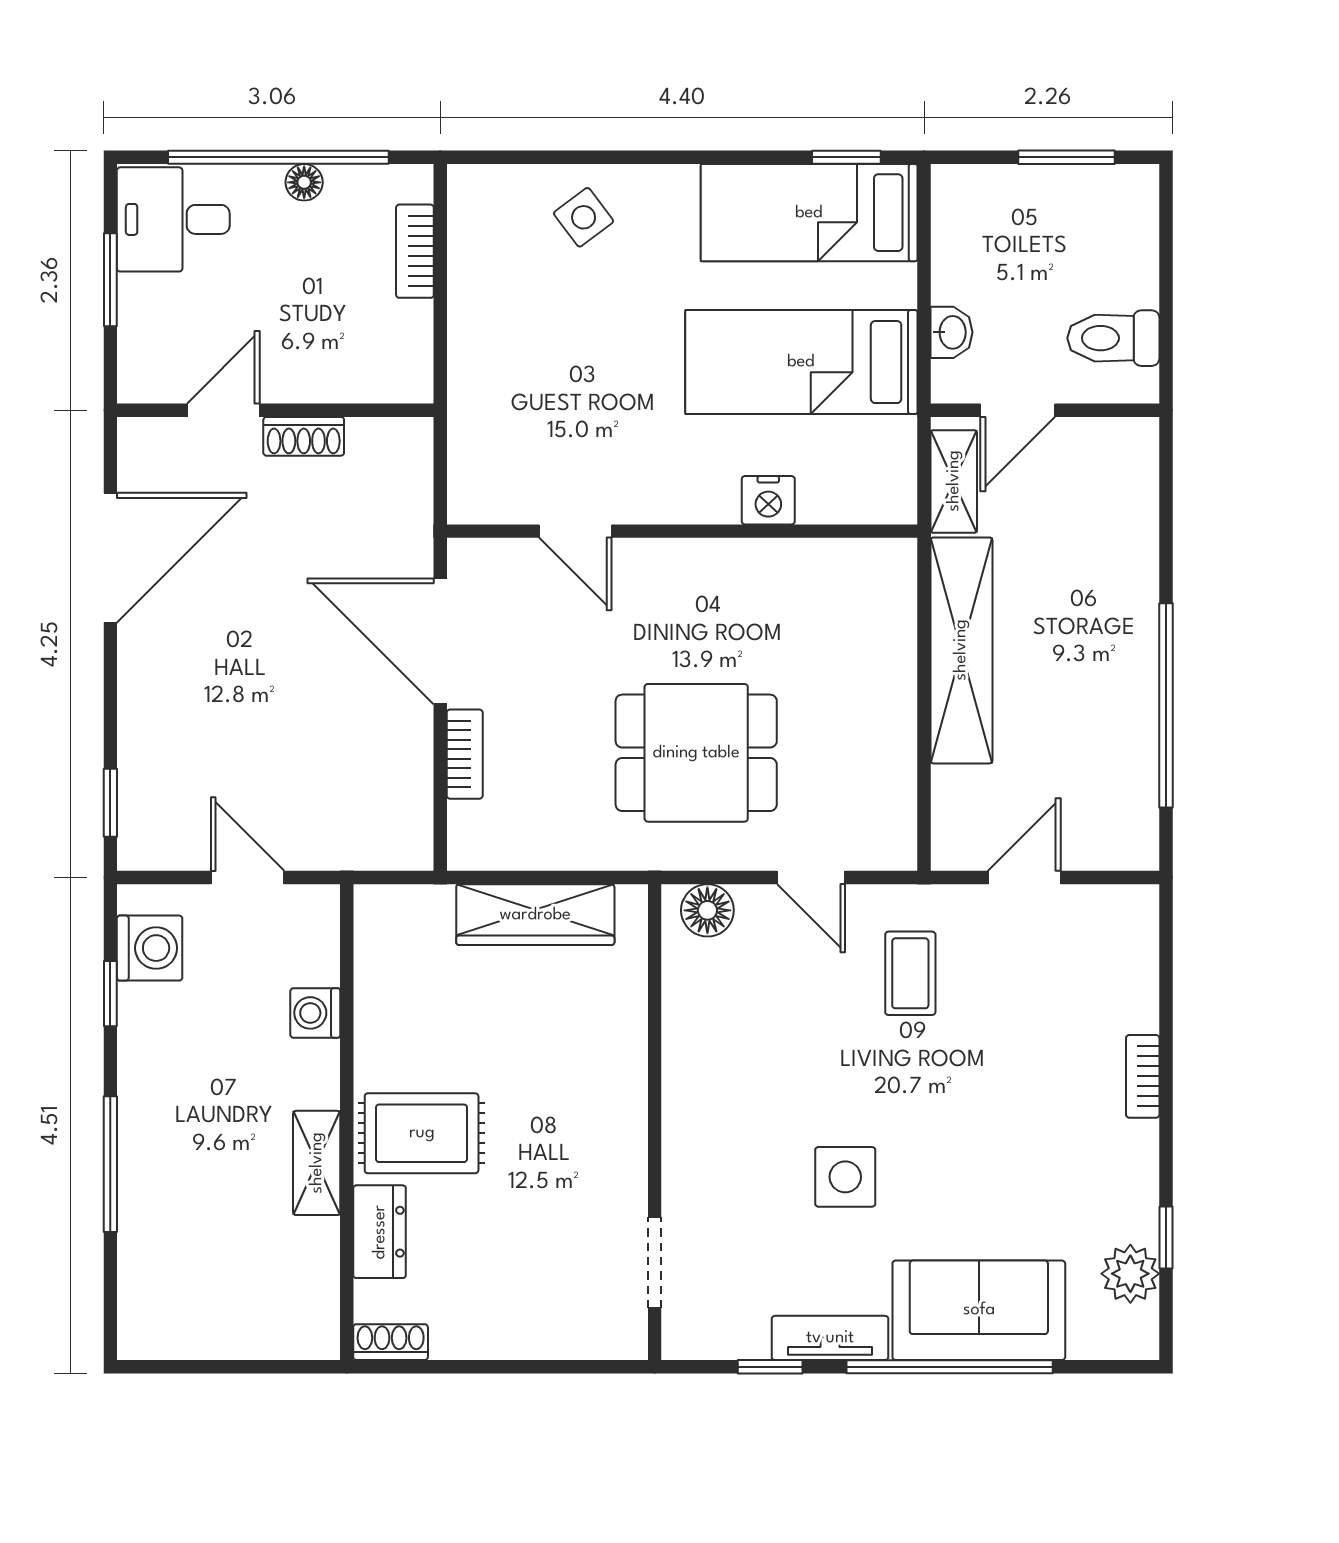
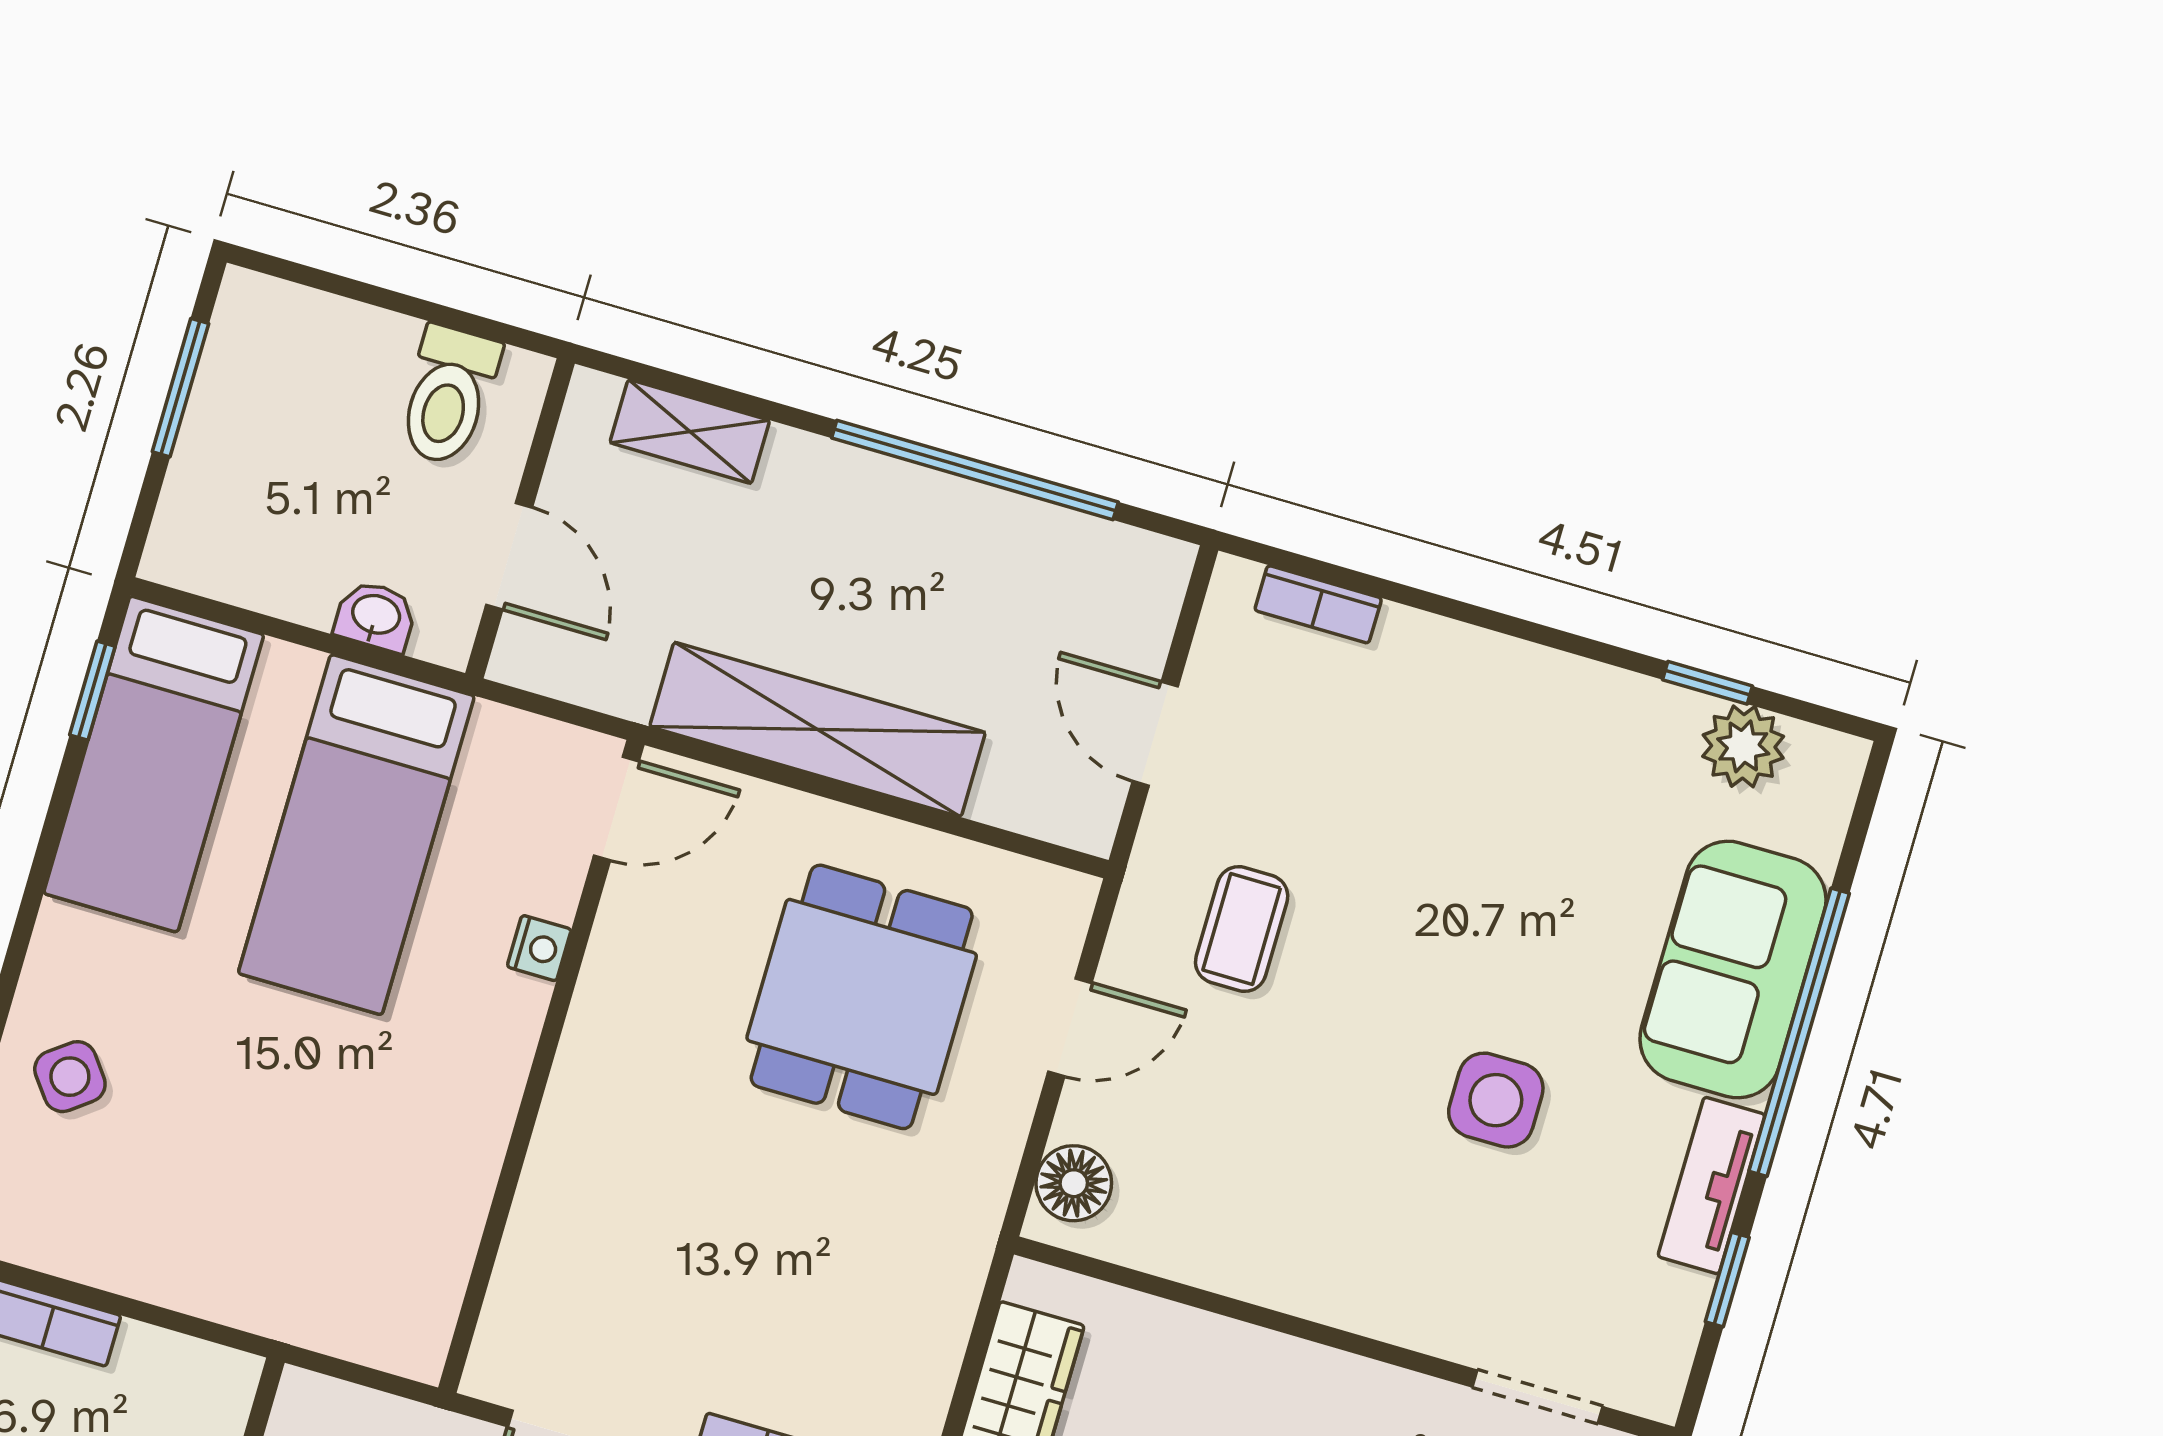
shelving: (954, 481) -> (690, 432), moved
nightstand: (768, 500) -> (539, 948), width x0.72, depth x0.74
door: (575, 531) -> (616, 808), moved
dining table: (696, 753) -> (862, 997), moved
coffee table: (910, 973) -> (1242, 929), turned 90
bookcase: (1143, 1076) -> (1318, 604), moved

